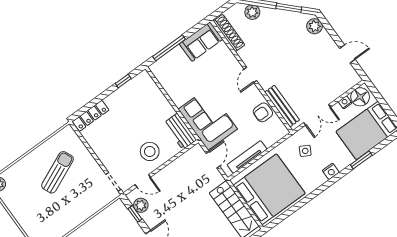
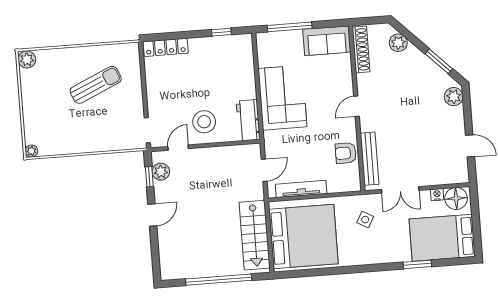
corner sofa: (208, 119) -> (282, 98), moved
nightstand: (331, 171) -> (379, 257), removed
door: (143, 181) -> (178, 148), swing flipped

